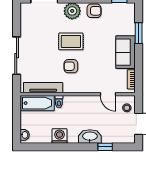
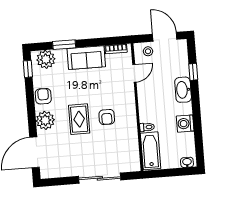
plant: (127, 16) -> (46, 59), added
tv unit: (43, 88) -> (133, 146), removed

